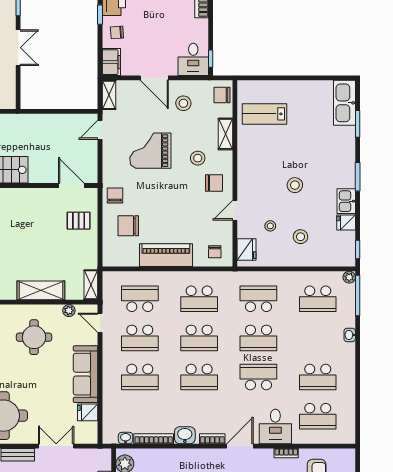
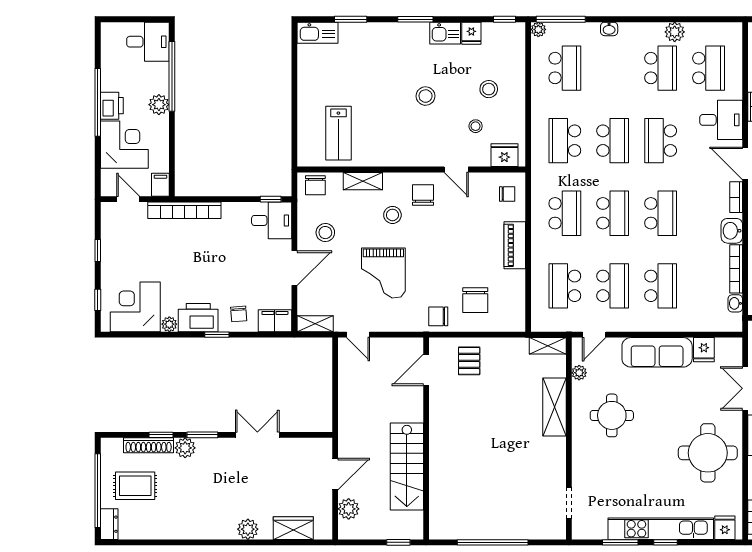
kitchen sink: (344, 103) -> (317, 33), width x0.73, depth x0.81
piano: (166, 255) -> (515, 245), width x0.73, depth x0.75
plant: (347, 389) -> (675, 32), added

